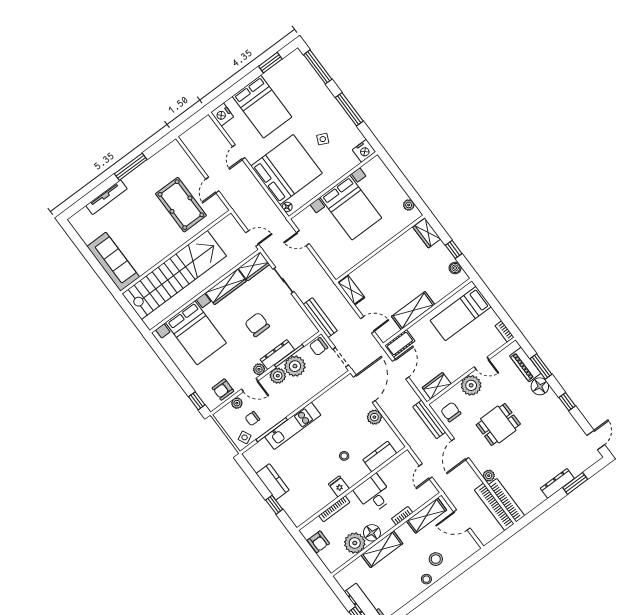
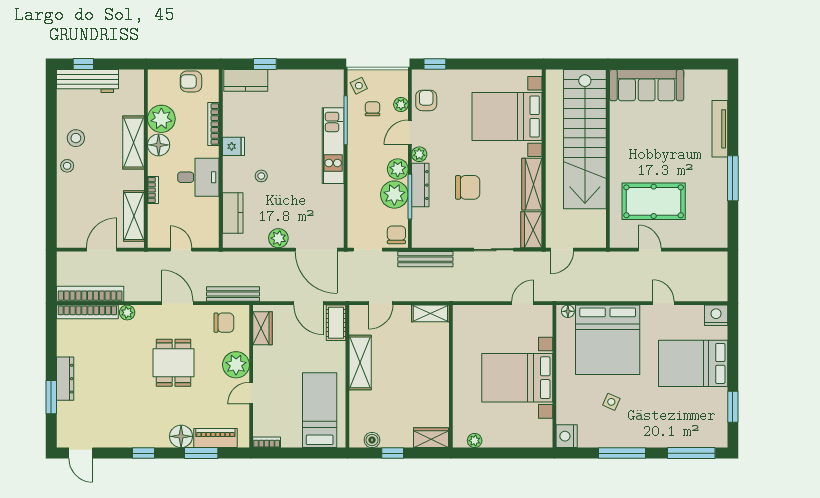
kitchen counter: (273, 482) -> (246, 80), moved
stool: (436, 559) -> (76, 138), moved

